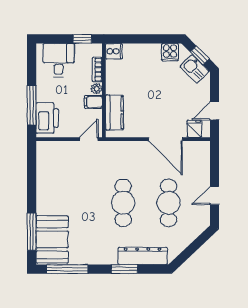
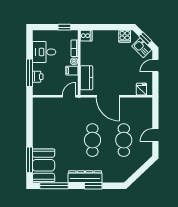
desk: (59, 60) -> (44, 52), moved, turned -90
door: (215, 111) -> (155, 66), moved
printer: (47, 118) -> (38, 77), width x0.53, depth x0.68
door: (165, 139) -> (108, 96), moved
dresser: (143, 256) -> (85, 177), moved

